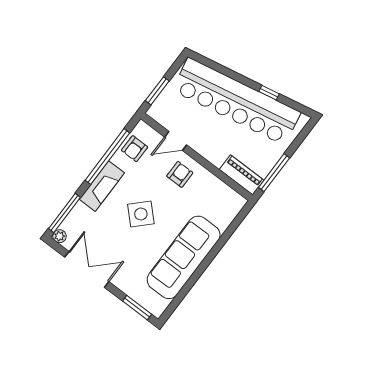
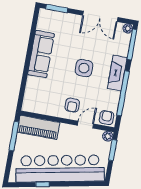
plant: (155, 112) -> (108, 136), added
armchair: (135, 149) -> (107, 118), moved
piano: (242, 175) -> (38, 127), width x1.37, depth x1.33
side table: (141, 214) -> (84, 68), turned 45
sofa: (184, 257) -> (41, 54), width x0.74, depth x0.79

